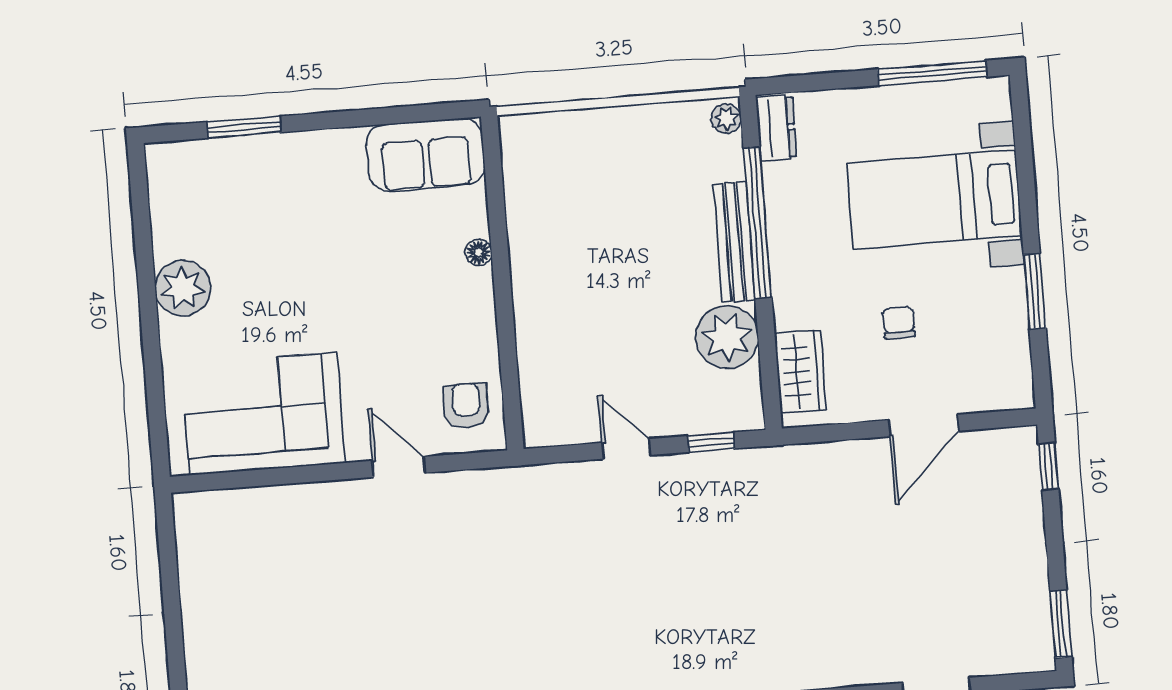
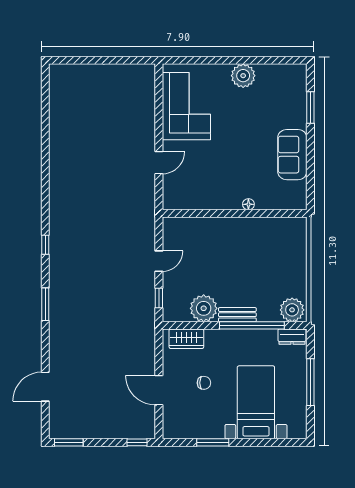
window: (932, 73) -> (310, 382), moved
plant: (726, 119) -> (292, 310), width x1.87, depth x1.87
sofa: (426, 155) -> (292, 155), moved
bench: (734, 242) -> (237, 315), width x0.73
armchair: (466, 406) -> (183, 194), removed

